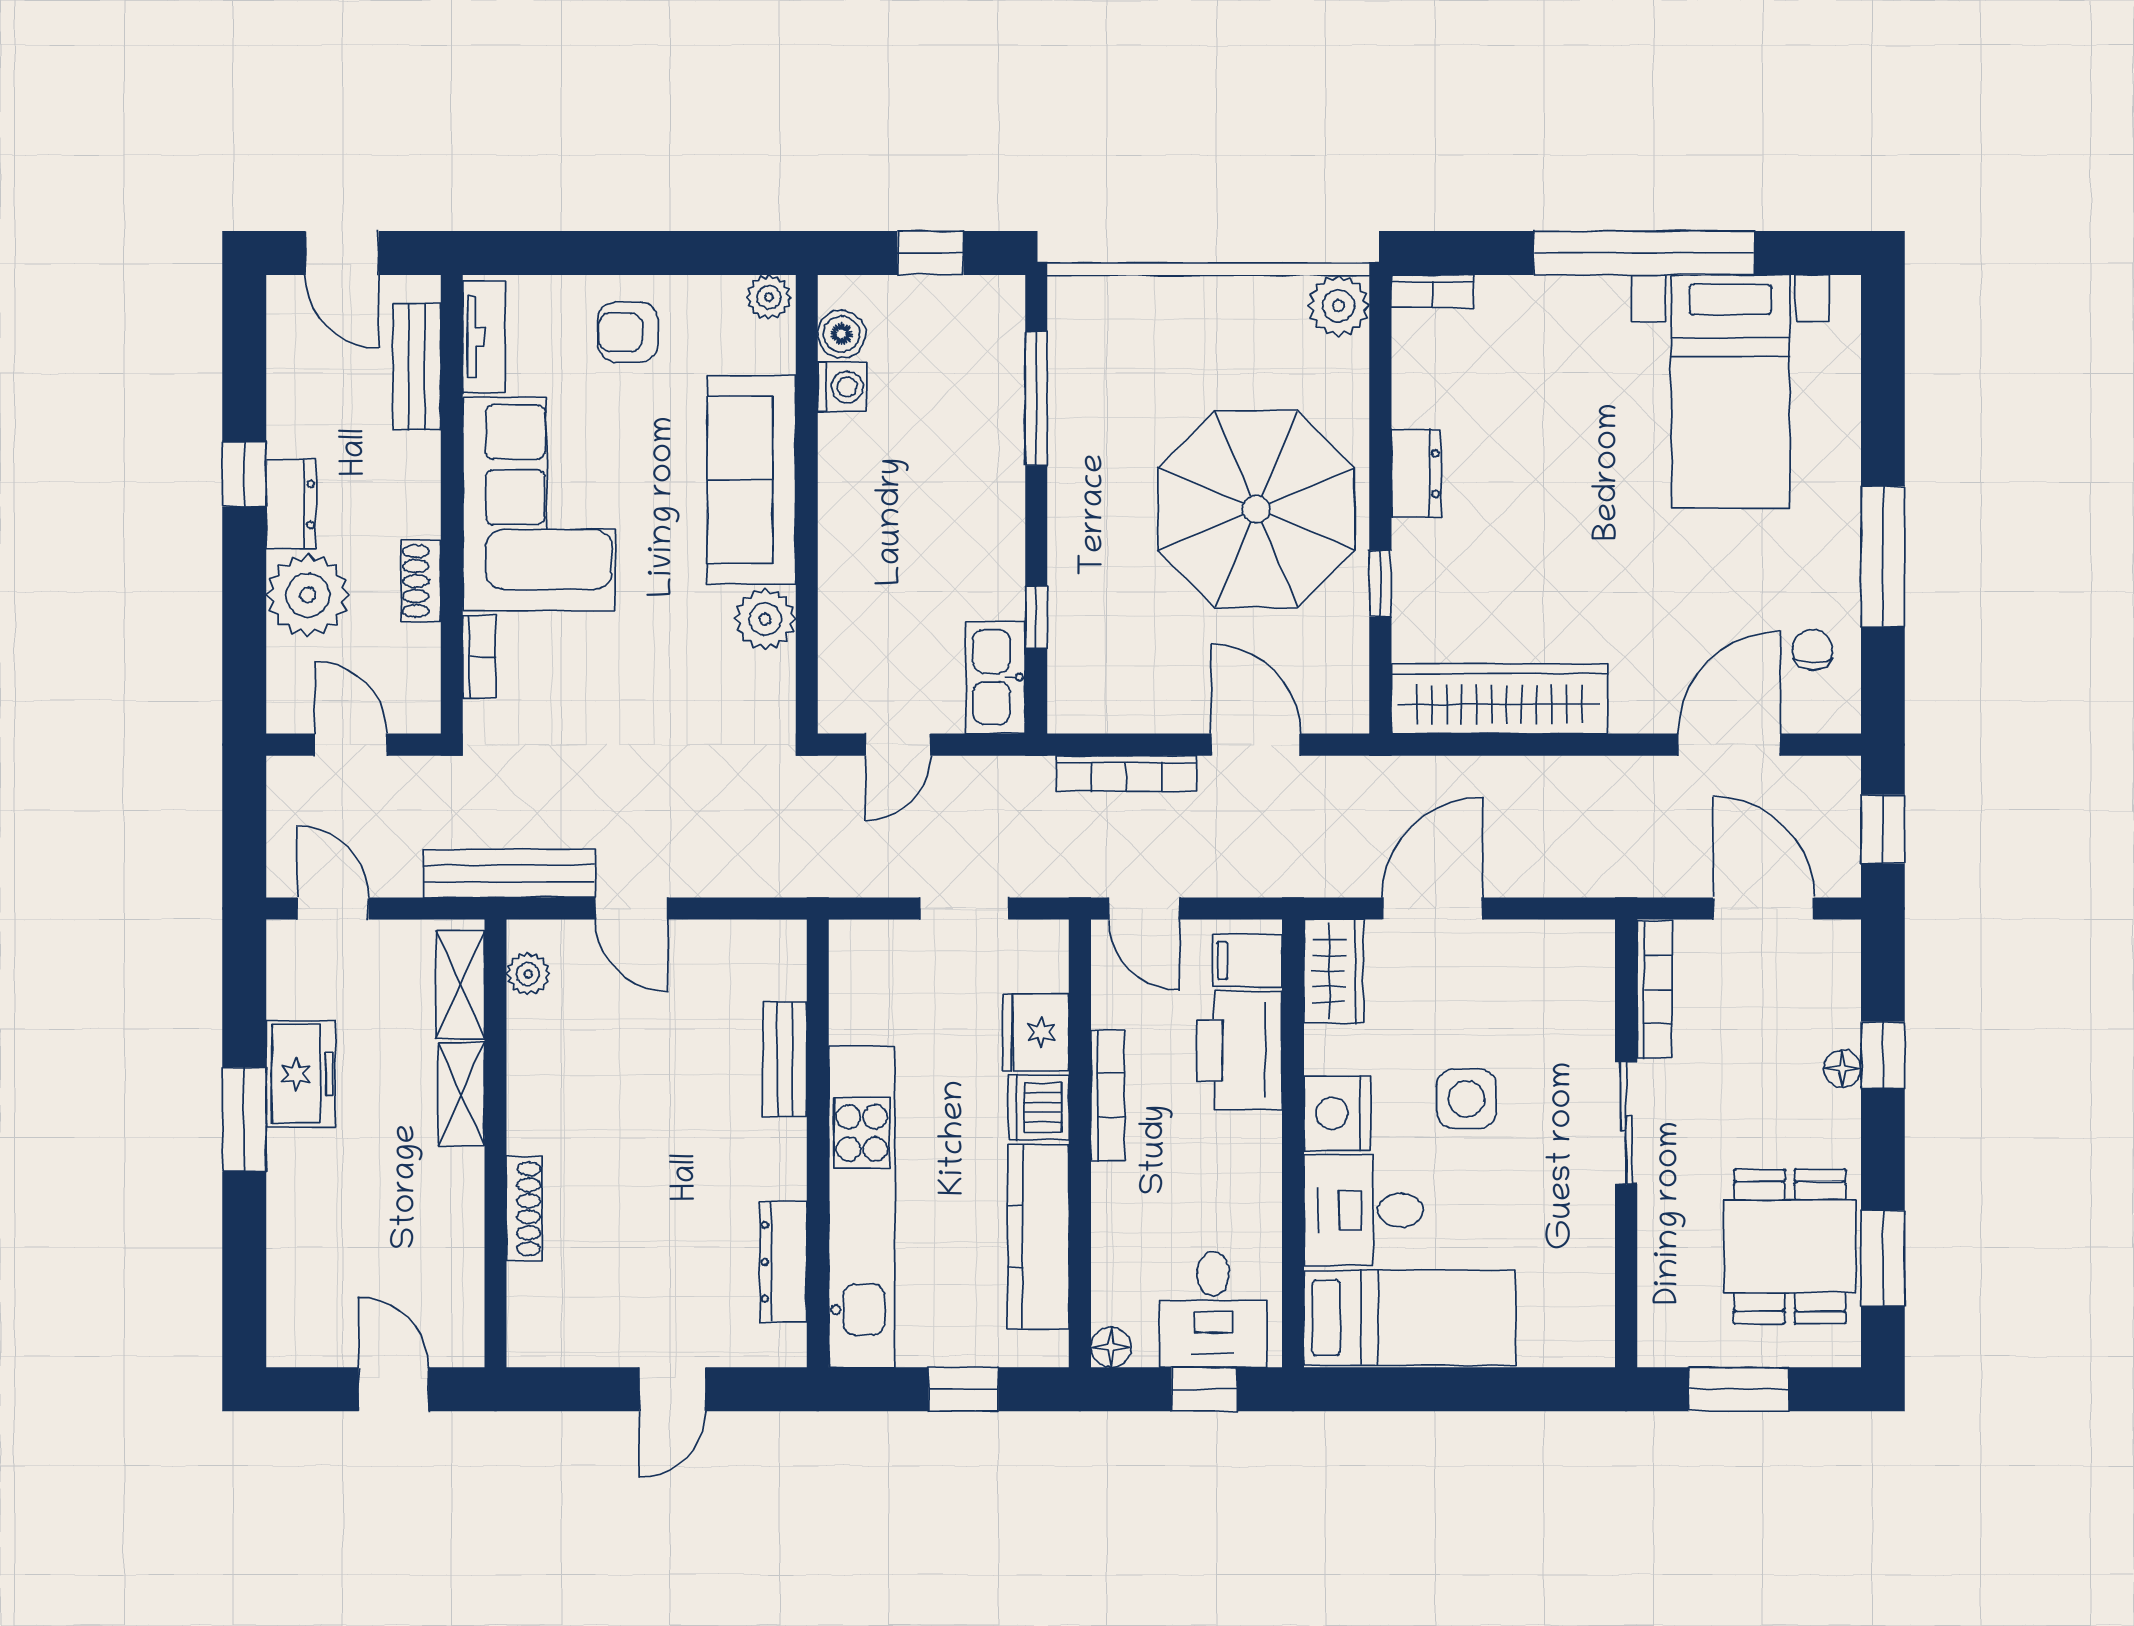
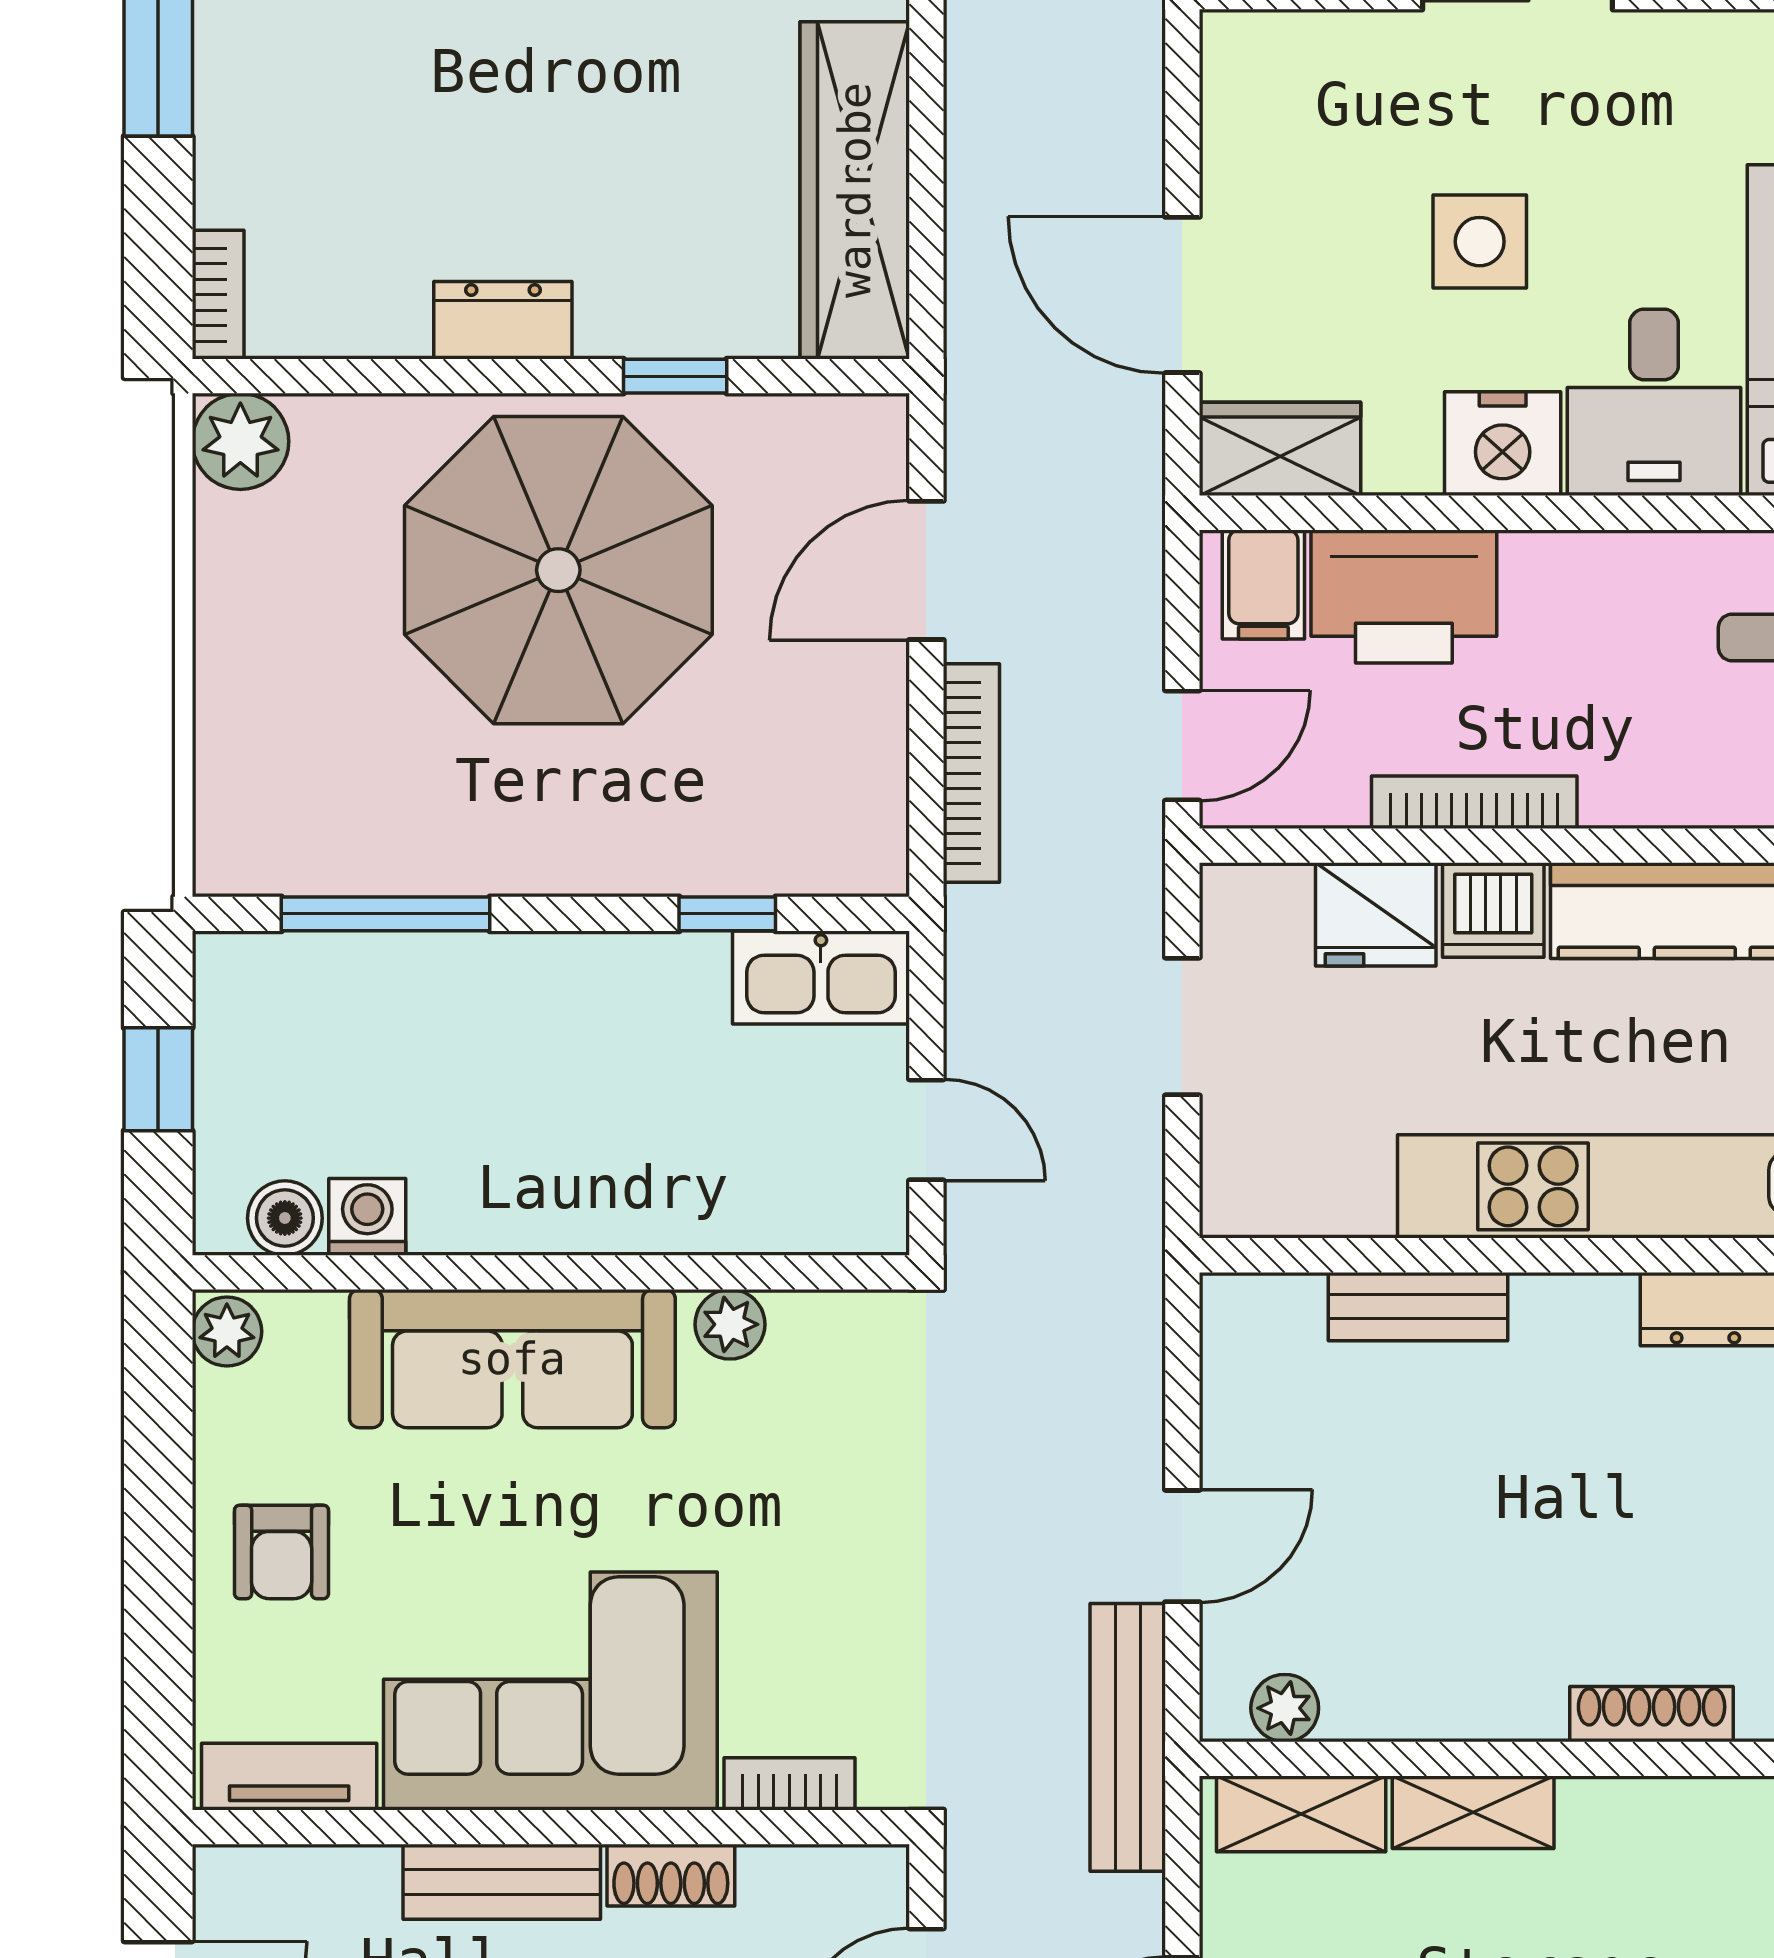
bench: (417, 367) -> (502, 1882), moved
plant: (765, 619) -> (730, 1324), width x0.73, depth x0.73

